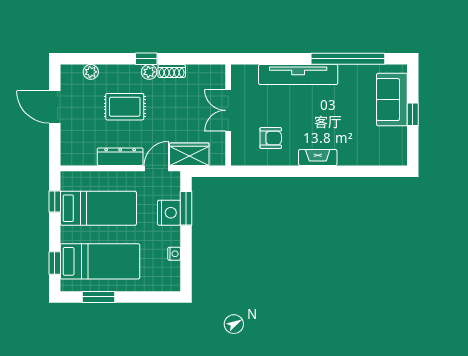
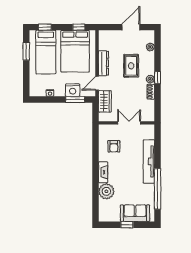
plant: (352, 151) -> (106, 191), added
door: (156, 168) -> (97, 83), swing flipped
bed: (98, 208) -> (75, 51), width x1.50

